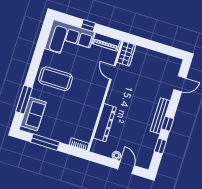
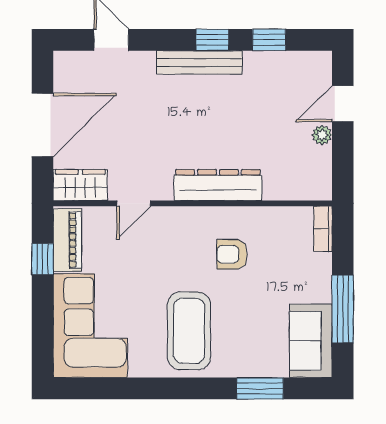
window: (88, 25) -> (43, 259), moved
door: (155, 46) -> (43, 125), added
window: (24, 100) -> (260, 388), width x0.69
armchair: (80, 105) -> (232, 254), added
sofa: (33, 114) -> (311, 341), moved, turned -90
dresser: (105, 123) -> (218, 185), moved

